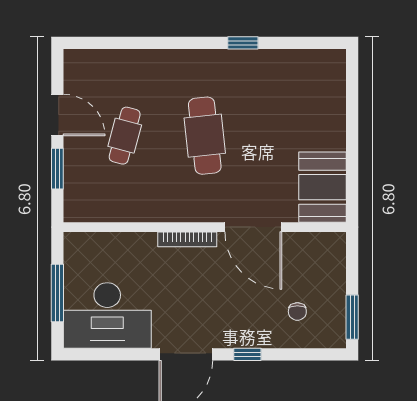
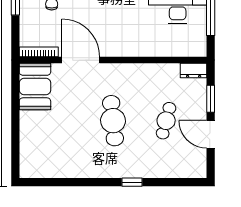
window: (243, 43) -> (132, 182), moved
dresser: (83, 211) -> (194, 71), added
bookcase: (187, 239) -> (39, 52), moved

